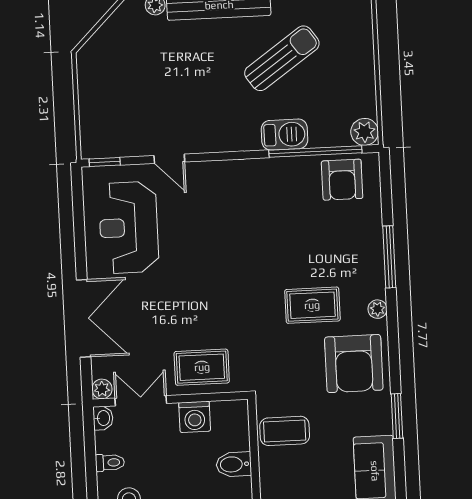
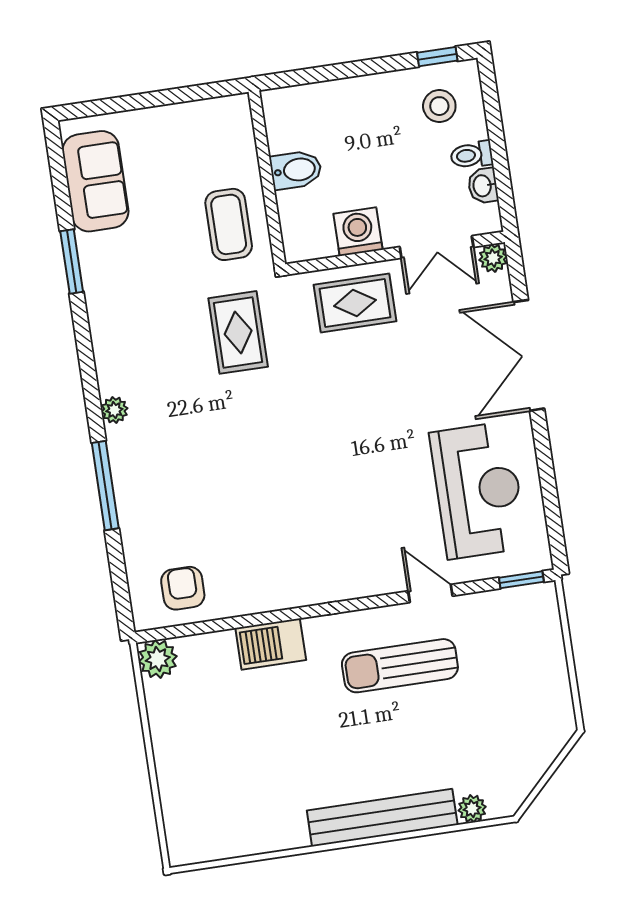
sun lounger: (282, 58) -> (400, 666), moved, turned 35
window: (315, 152) -> (224, 624), removed
armchair: (342, 180) -> (183, 588), width x0.72, depth x0.72
rug: (312, 305) -> (238, 332), moved, turned 90
armchair: (354, 364) -> (140, 330), removed
washbasin: (103, 418) -> (483, 186), moved
coffee table: (285, 431) -> (229, 224), turned 90

